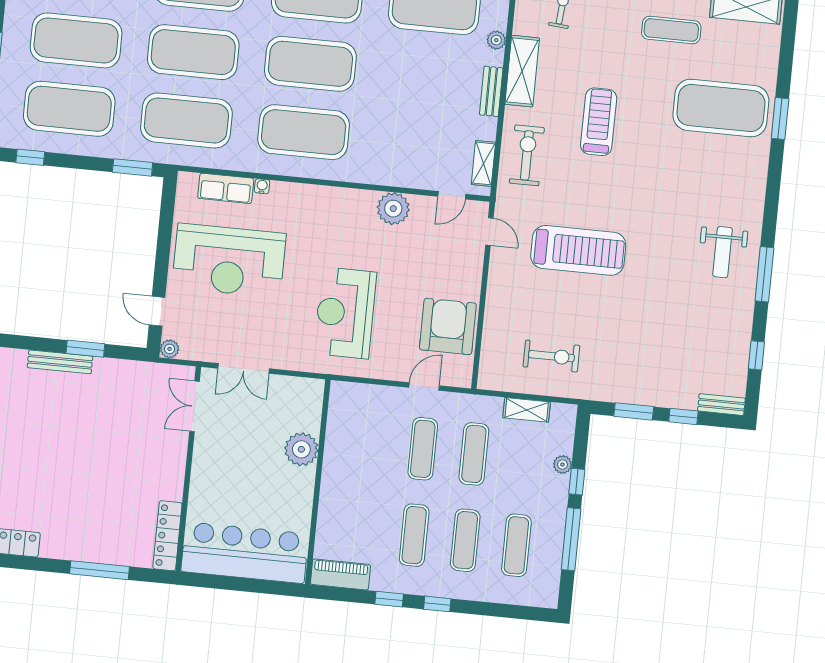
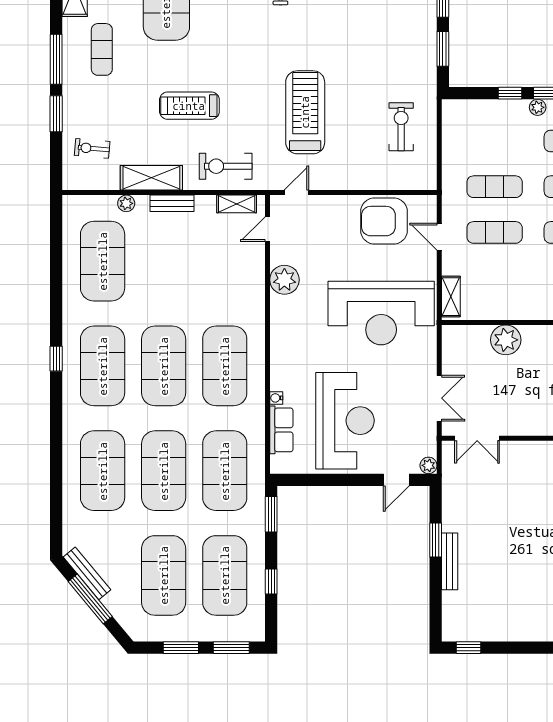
window: (30, 157) -> (271, 581), moved
door: (452, 195) -> (268, 229), swing flipped
reception desk: (345, 313) -> (381, 313), width x1.36, depth x1.30
shelving: (527, 410) -> (451, 297), moved
plant: (562, 465) -> (538, 107), moved

